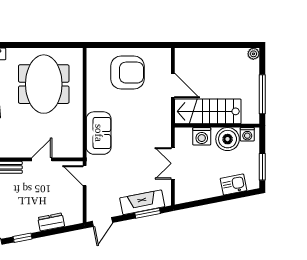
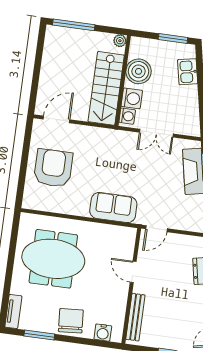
plant: (253, 54) -> (120, 41), moved
door: (173, 85) -> (56, 119), moved
window: (262, 94) -> (74, 25), moved
washing machine: (247, 134) -> (127, 116), moved

